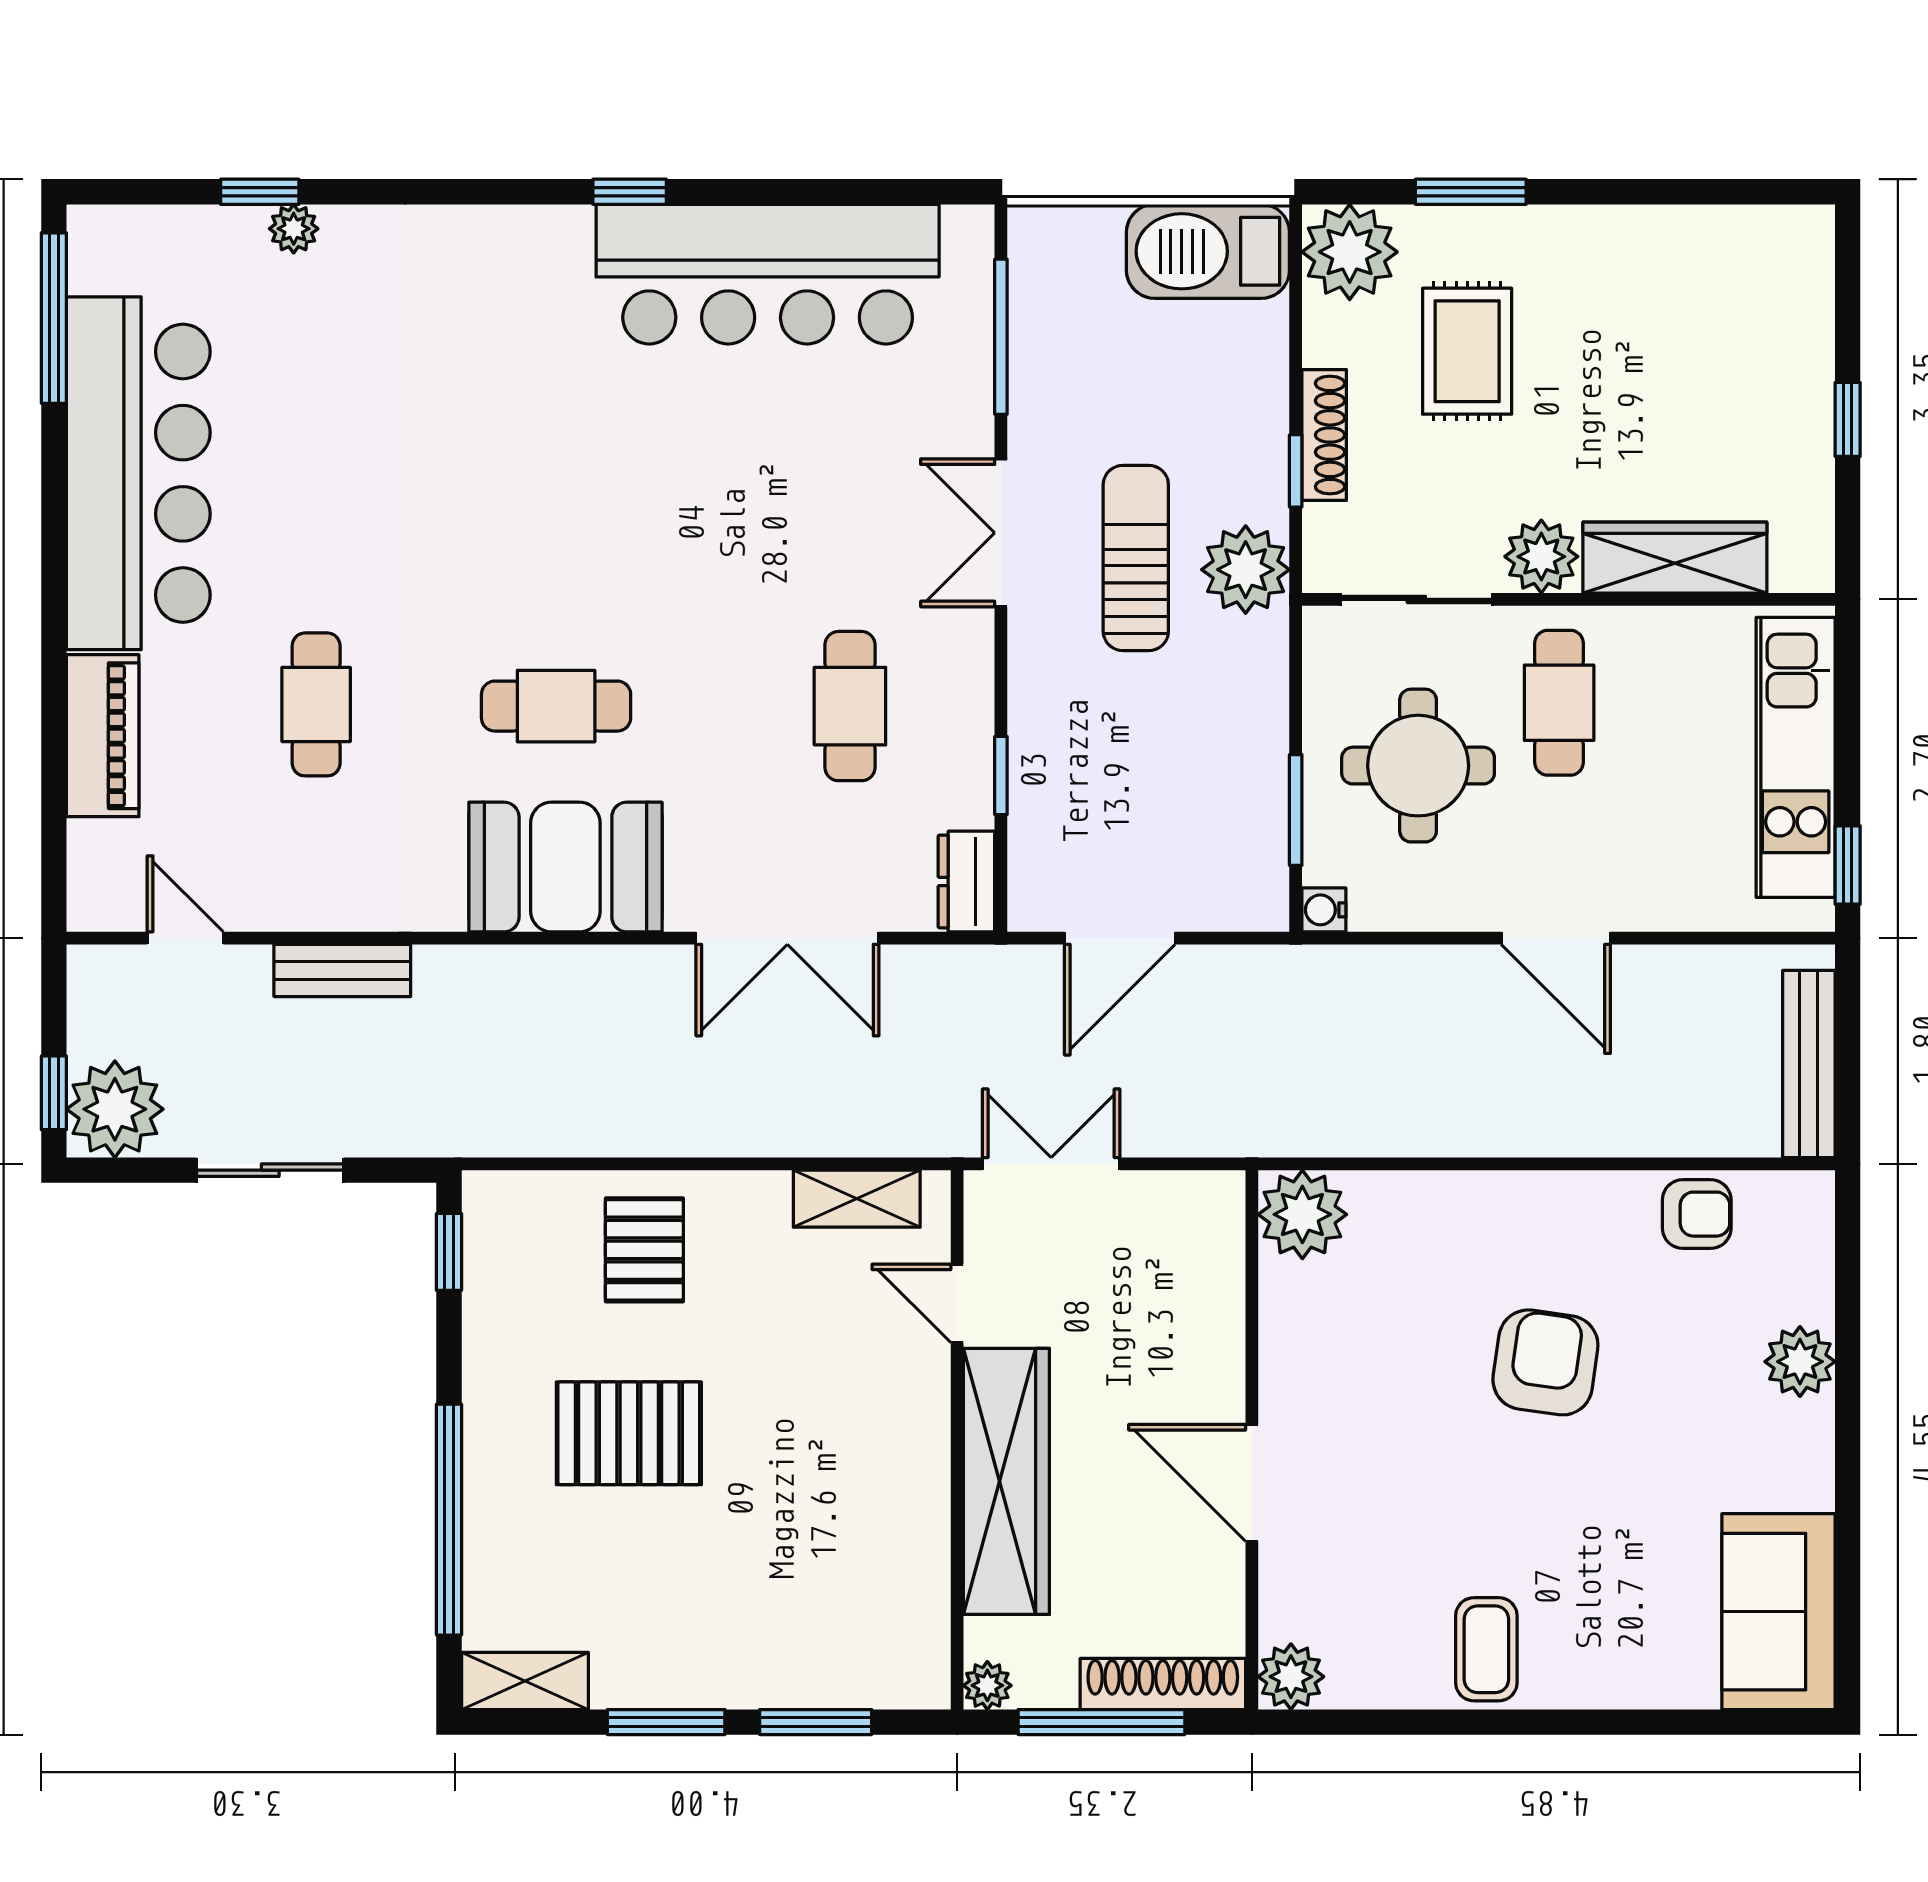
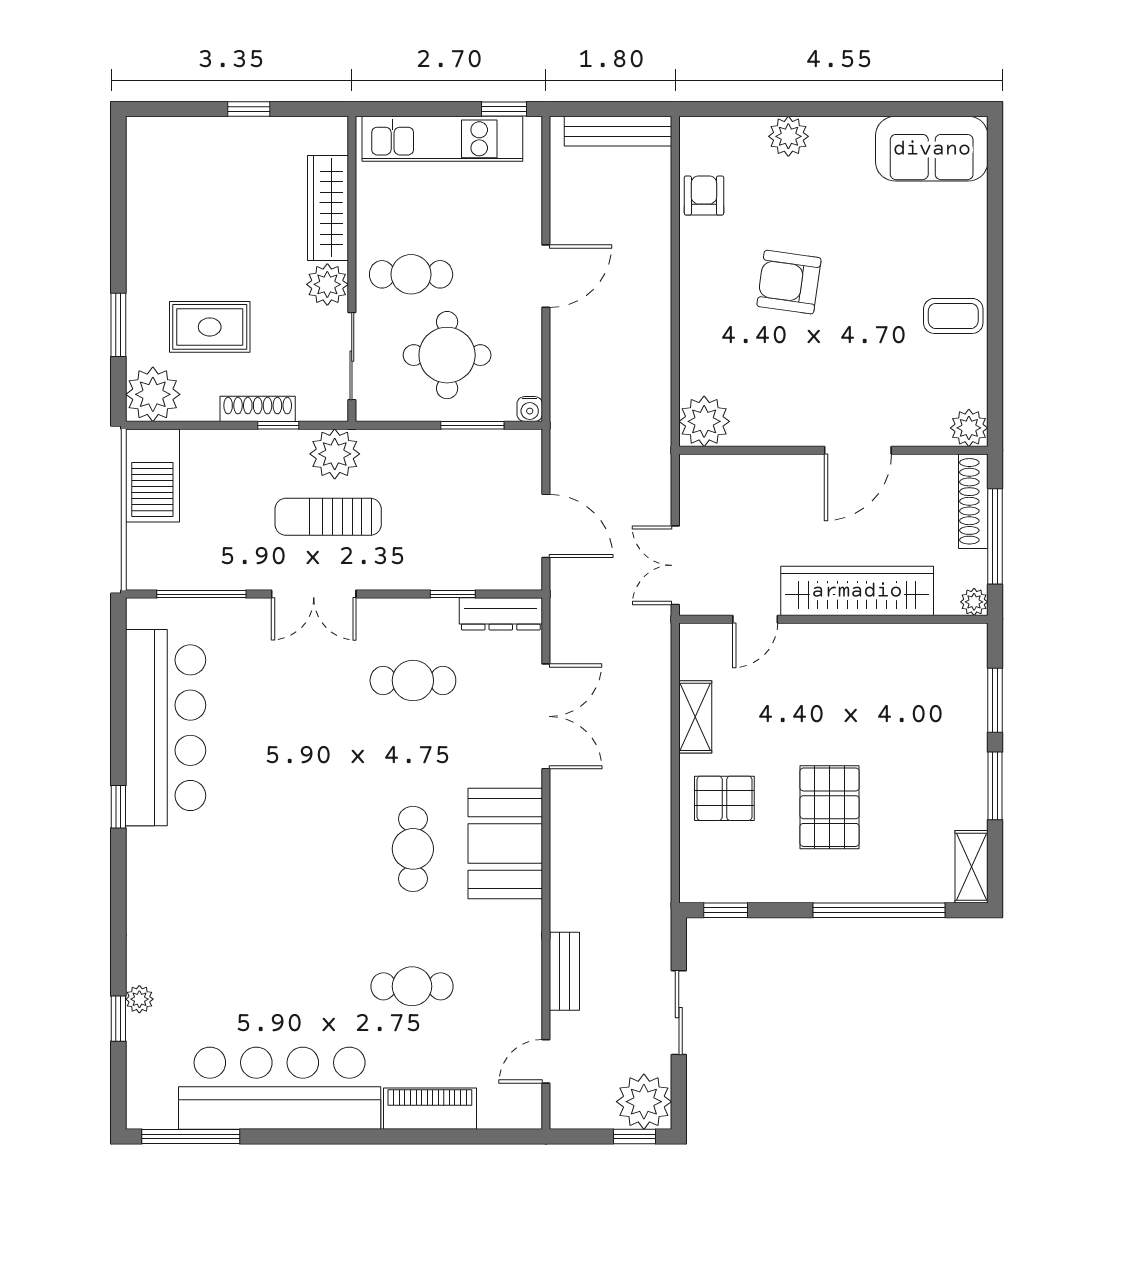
dresser: (966, 881) -> (501, 614), width x1.44
shelving: (857, 1199) -> (695, 717), moved

